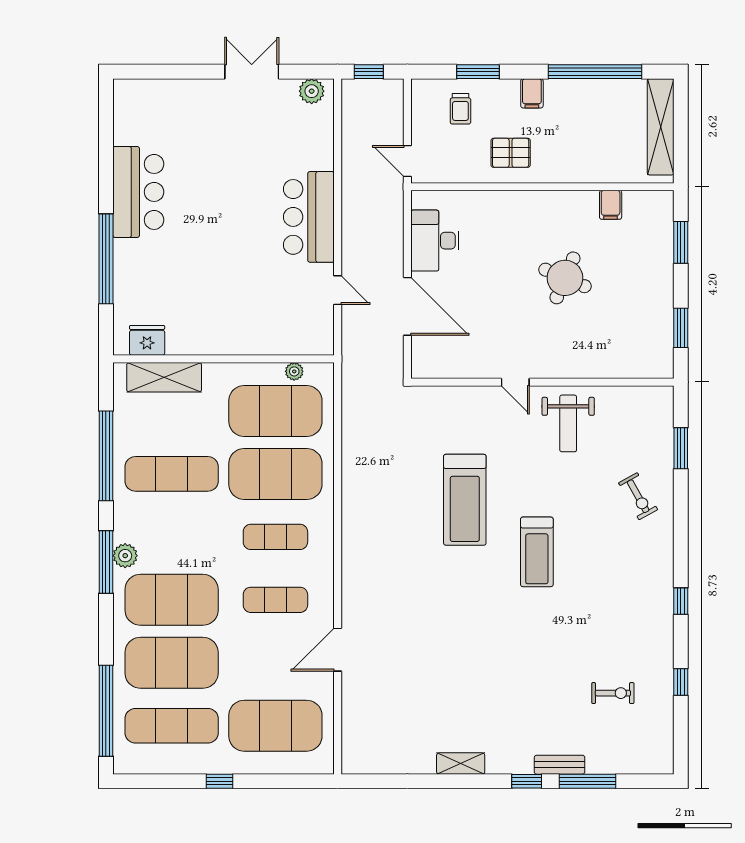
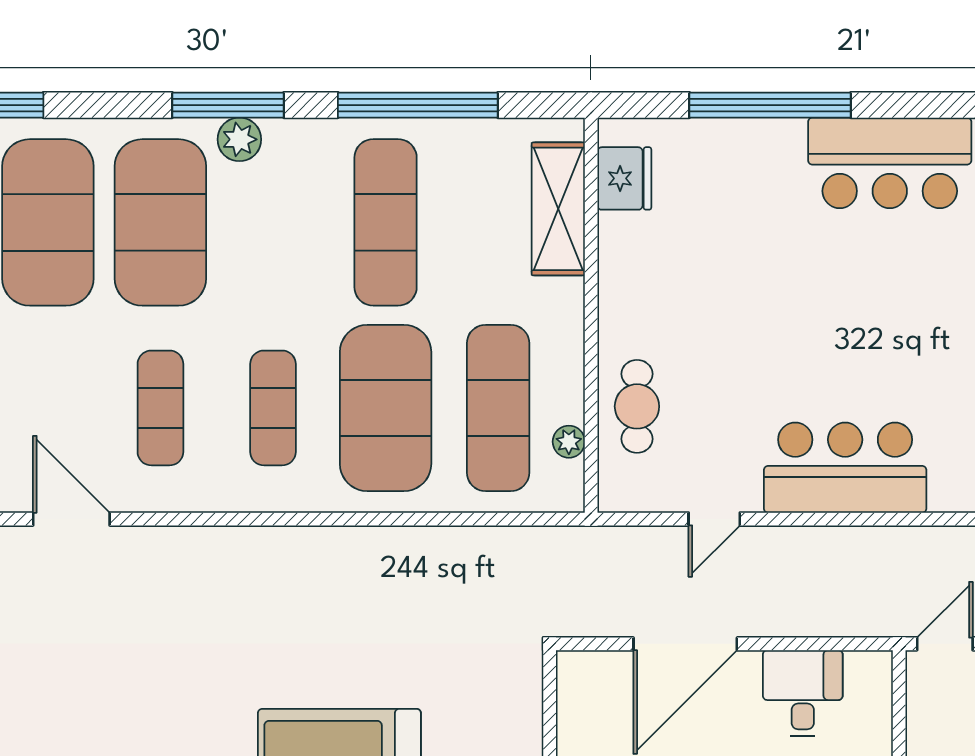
desk: (435, 241) -> (803, 693), width x0.73
cafe table: (275, 333) -> (637, 406), added
exercise mat: (275, 411) -> (498, 408), width x0.68

